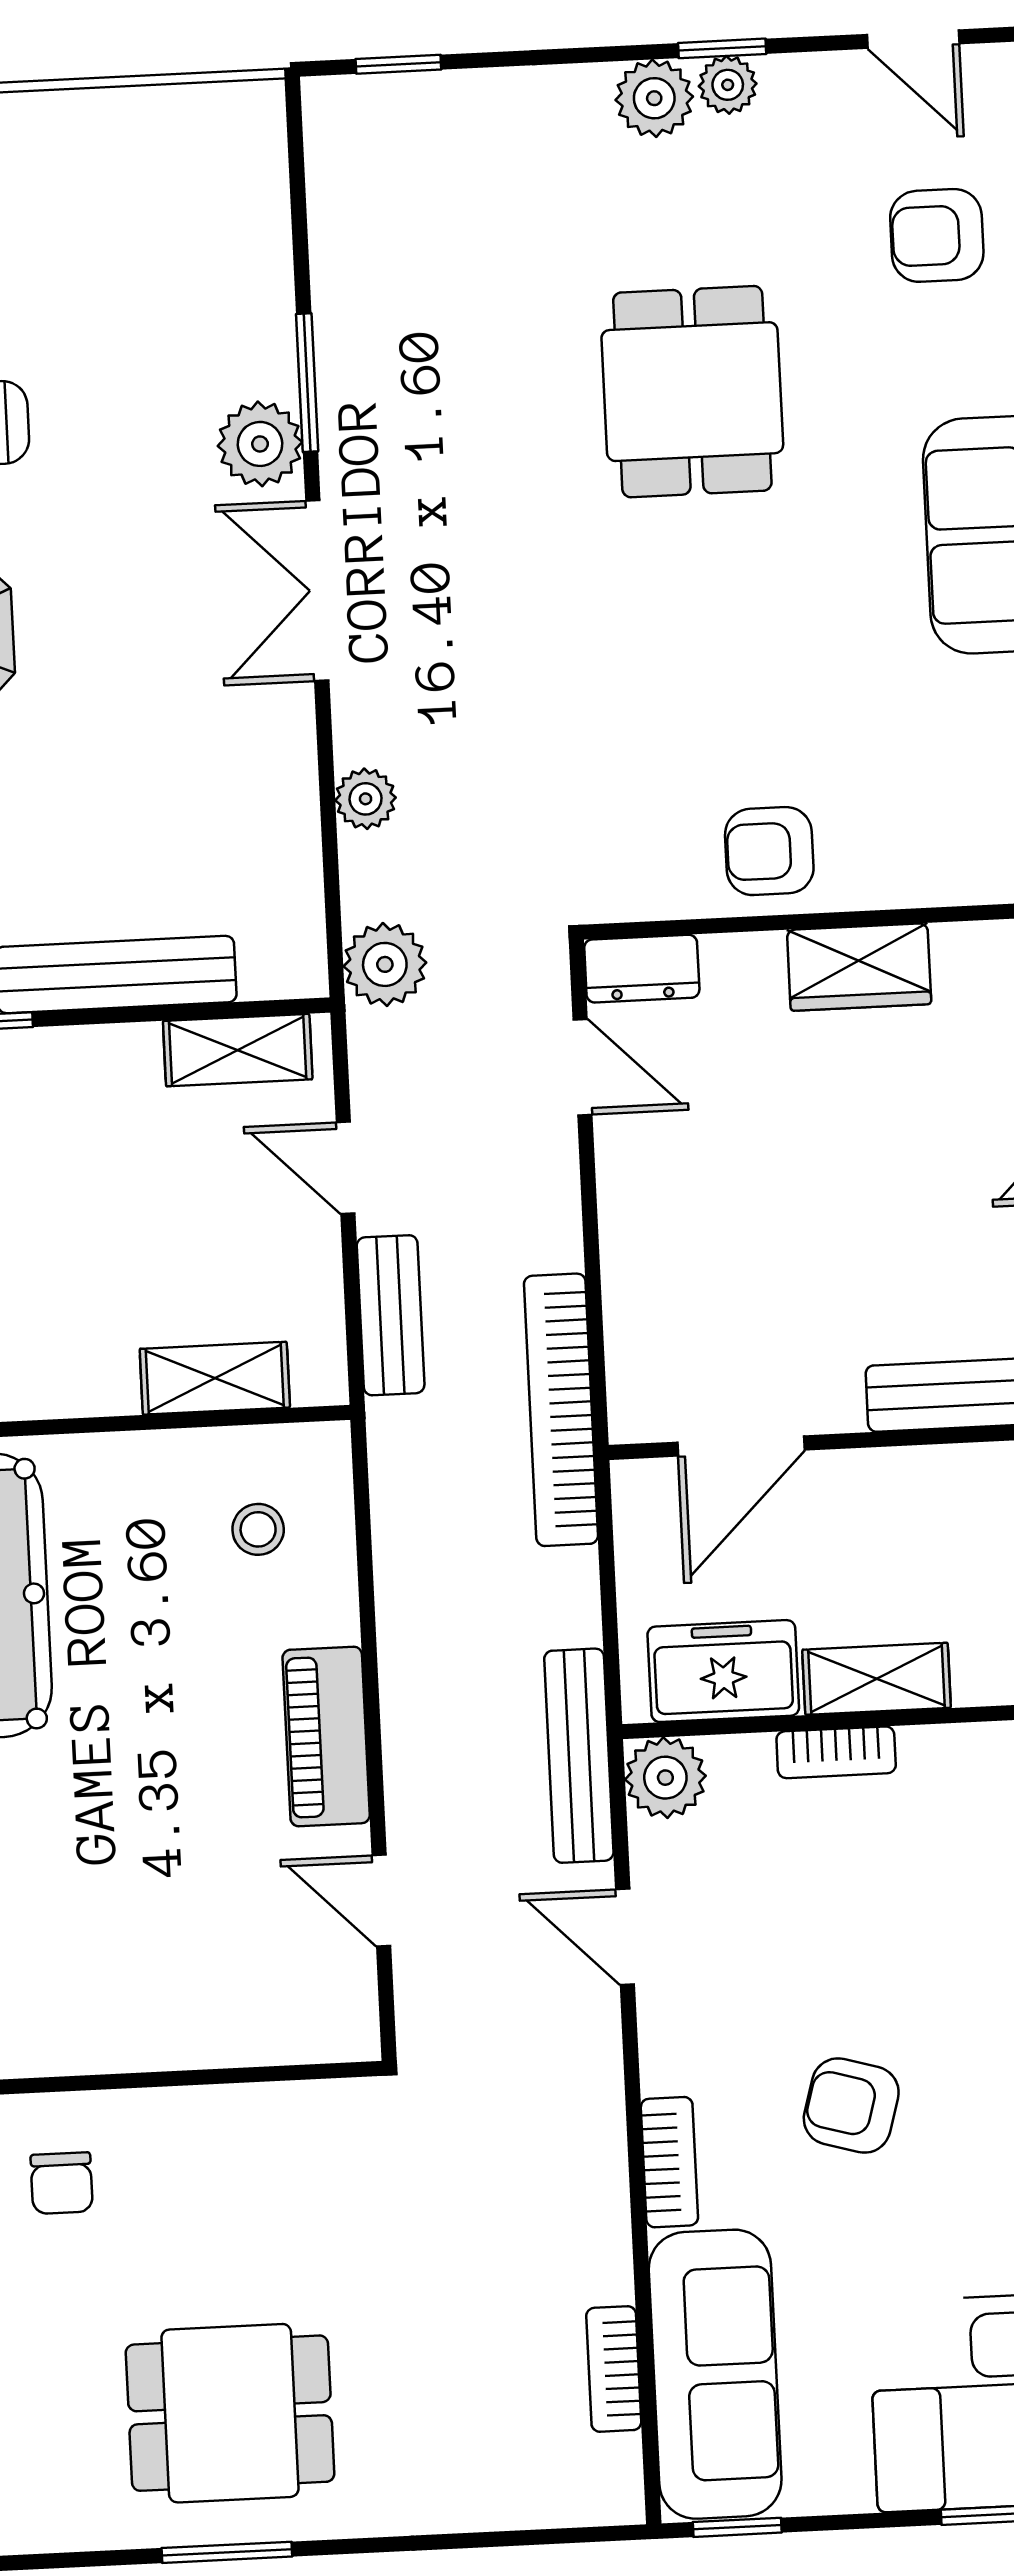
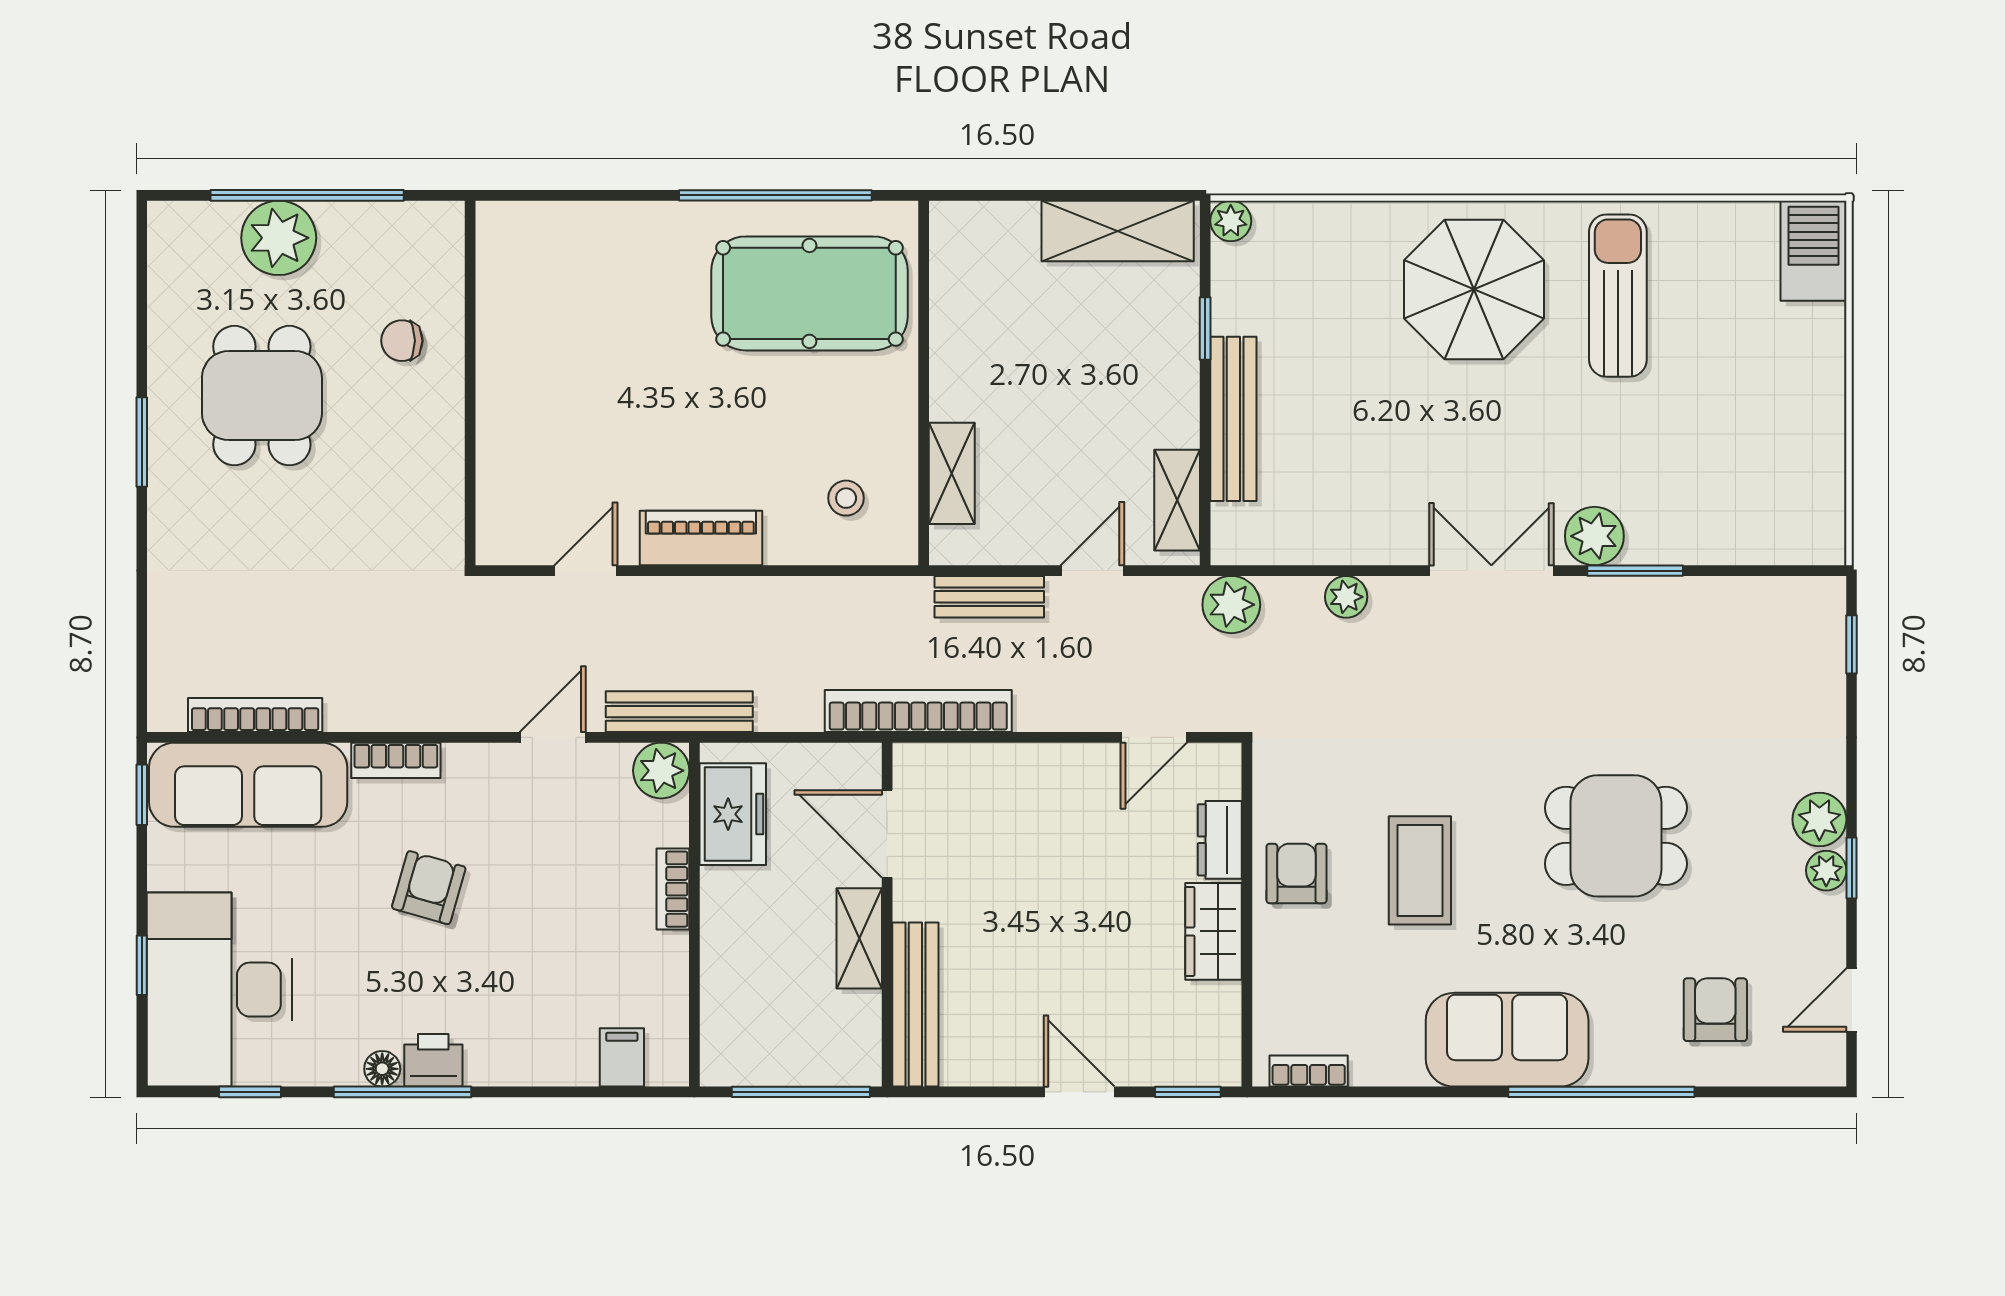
coffee table: (756, 673) -> (1420, 870), added
dresser: (642, 969) -> (1220, 840), moved
shelving: (877, 1679) -> (859, 938), moved
bookcase: (614, 2369) -> (255, 715), width x1.56
dining table: (230, 2413) -> (262, 396), moved

